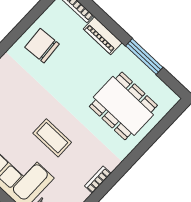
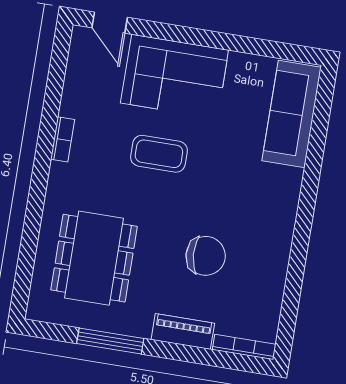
chair: (42, 46) -> (206, 256), moved
dining table: (123, 106) -> (94, 258), turned 90

